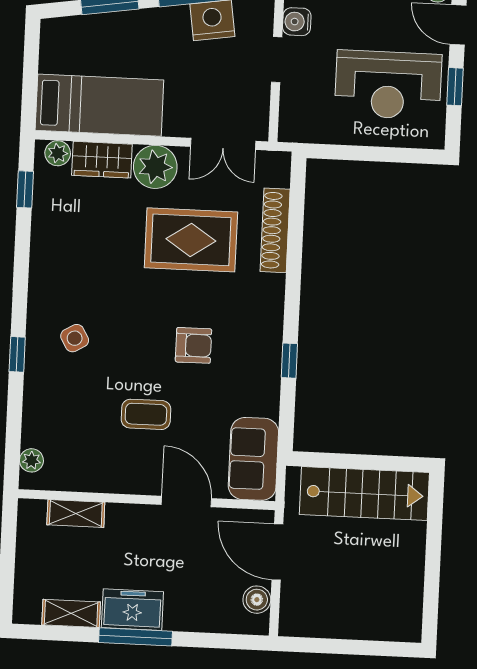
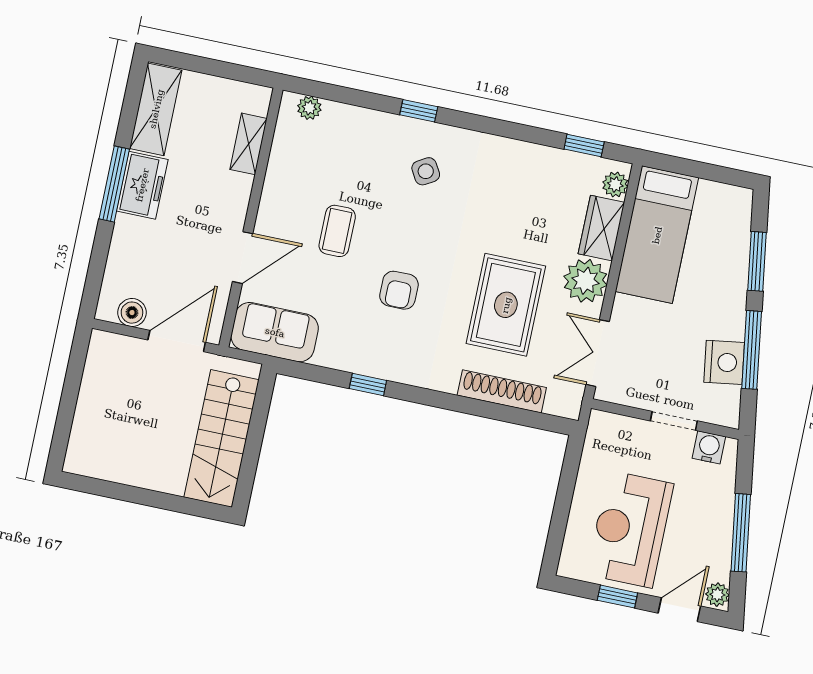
shelving: (71, 613) -> (156, 109), width x1.50, depth x1.33

